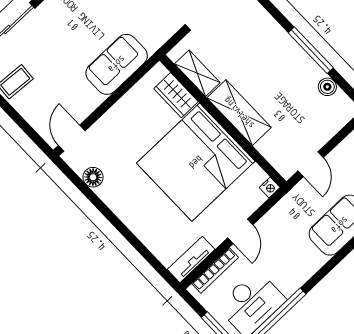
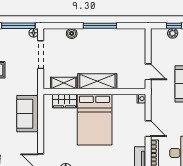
boiler: (327, 87) -> (72, 33), moved
bed: (196, 162) -> (95, 120), width x0.73

